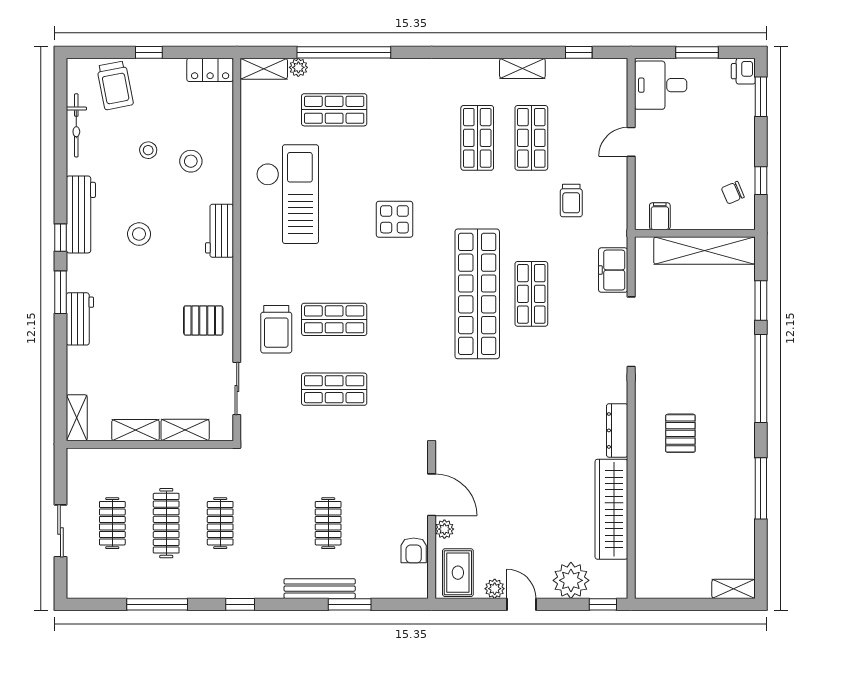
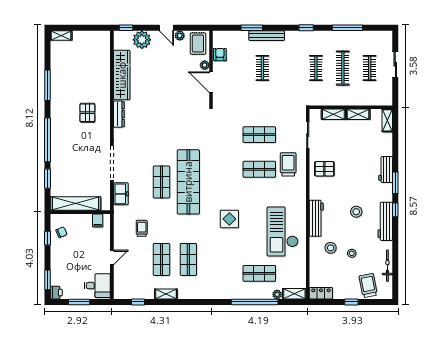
workbench: (219, 231) -> (316, 218), width x1.38

